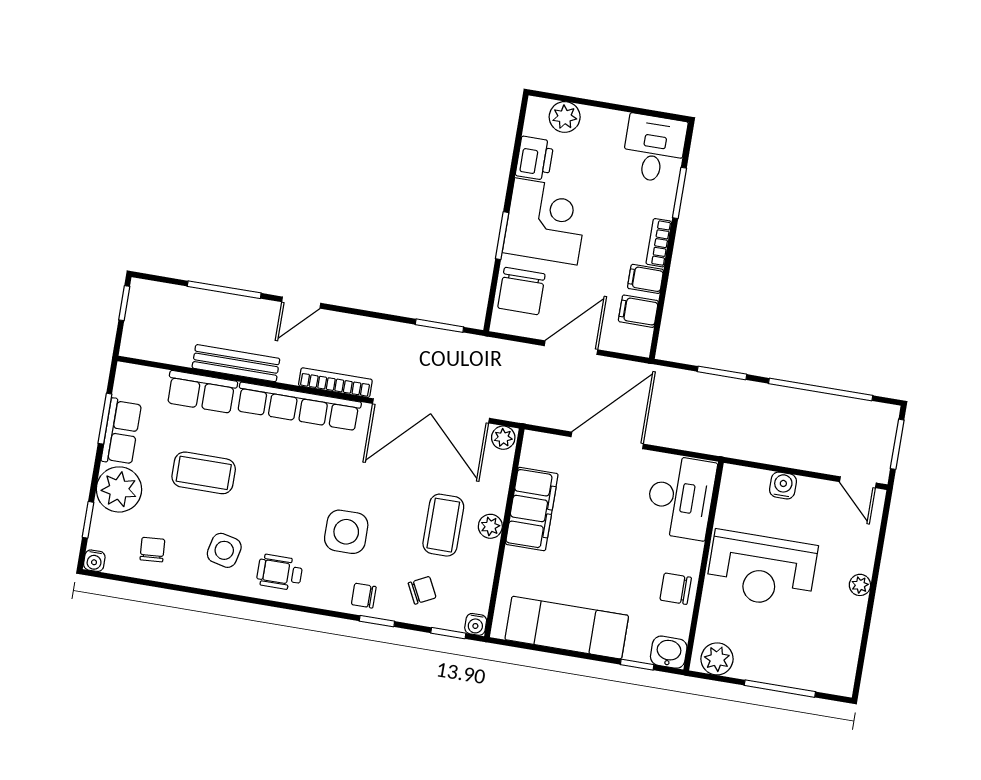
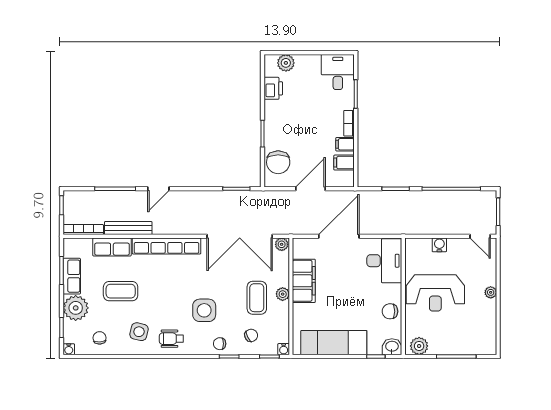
corner desk: (546, 221) -> (285, 122), removed
bookcase: (335, 383) -> (83, 230), moved

